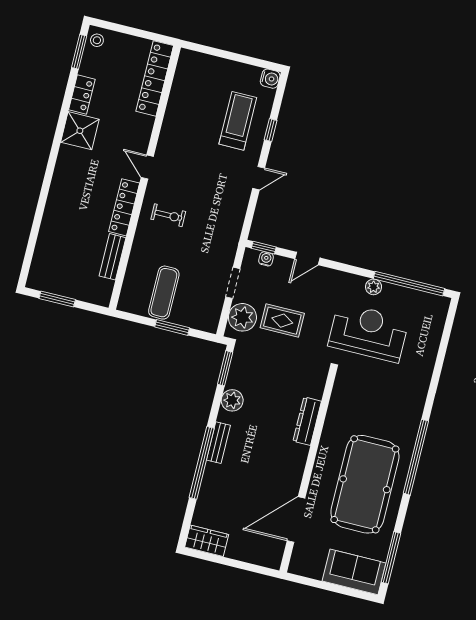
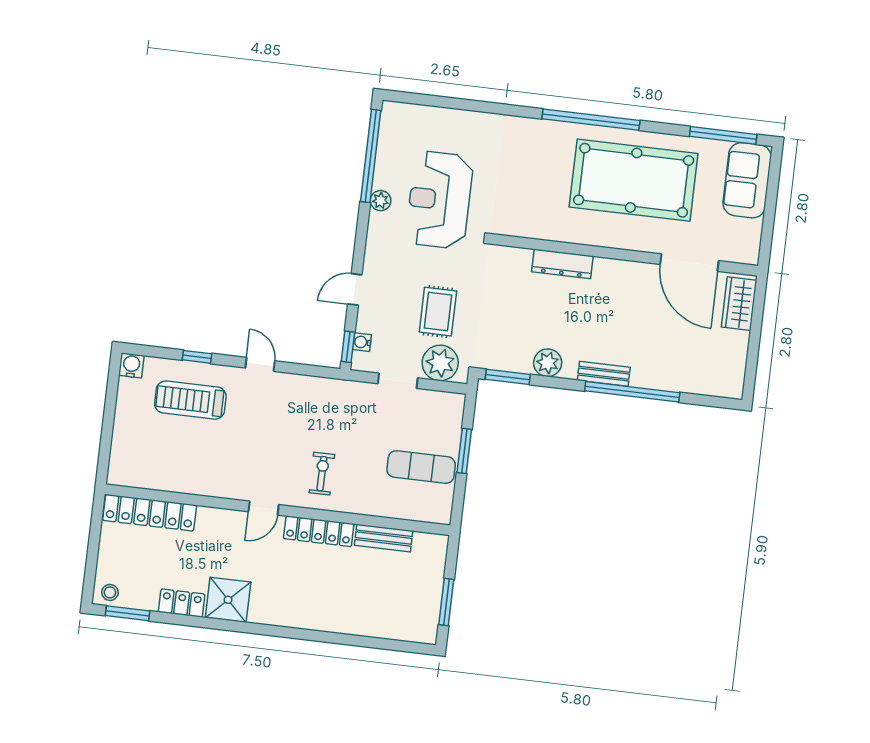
door: (307, 258) -> (355, 289), swing flipped
wardrobe: (207, 541) -> (739, 304), moved

